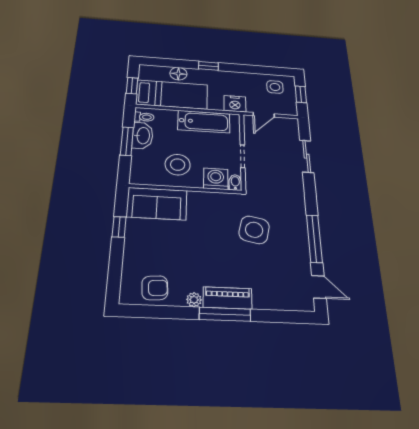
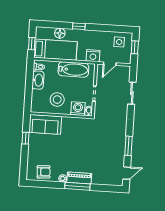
window: (127, 141) -> (29, 84), removed
side table: (254, 230) -> (96, 140), removed
window: (314, 239) -> (128, 146), width x0.69
door: (319, 287) -> (127, 173), hinge flipped

